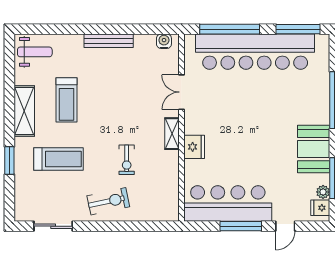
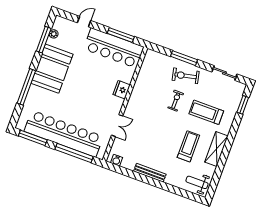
shelving: (172, 134) -> (132, 103), removed
booth: (314, 149) -> (52, 69), width x1.36, depth x1.42
exercise bike: (127, 160) -> (176, 101), moved
window: (9, 161) -> (243, 105), moved
fridge: (320, 208) -> (59, 25), removed
window: (120, 226) -> (184, 58), added
window: (241, 226) -> (121, 35), moved

